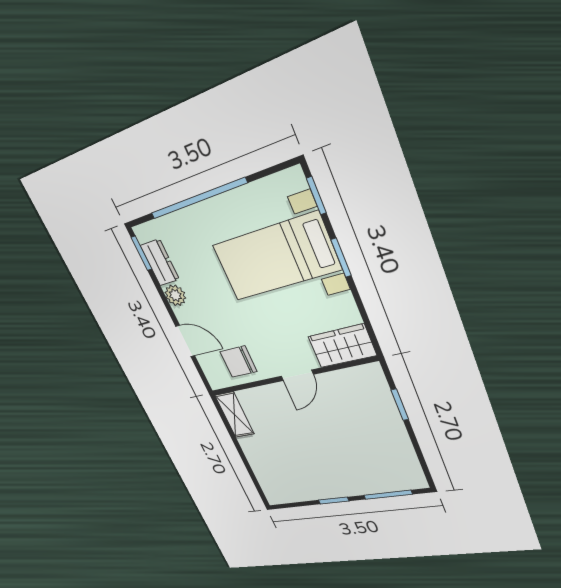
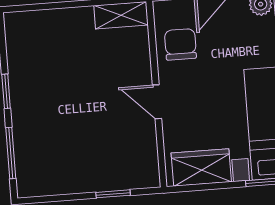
wardrobe: (342, 346) -> (201, 167), moved, turned -90

